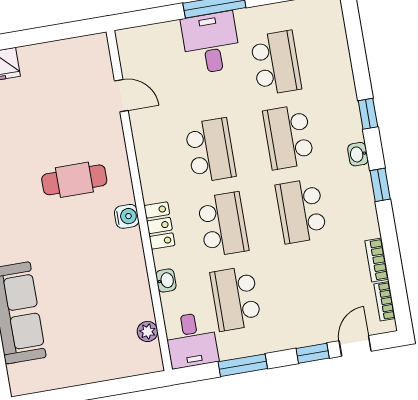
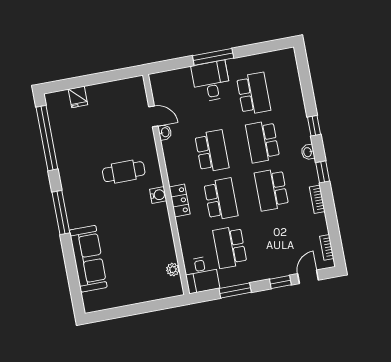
bookcase: (377, 260) -> (317, 199), moved
washbasin: (166, 280) -> (165, 132), moved

